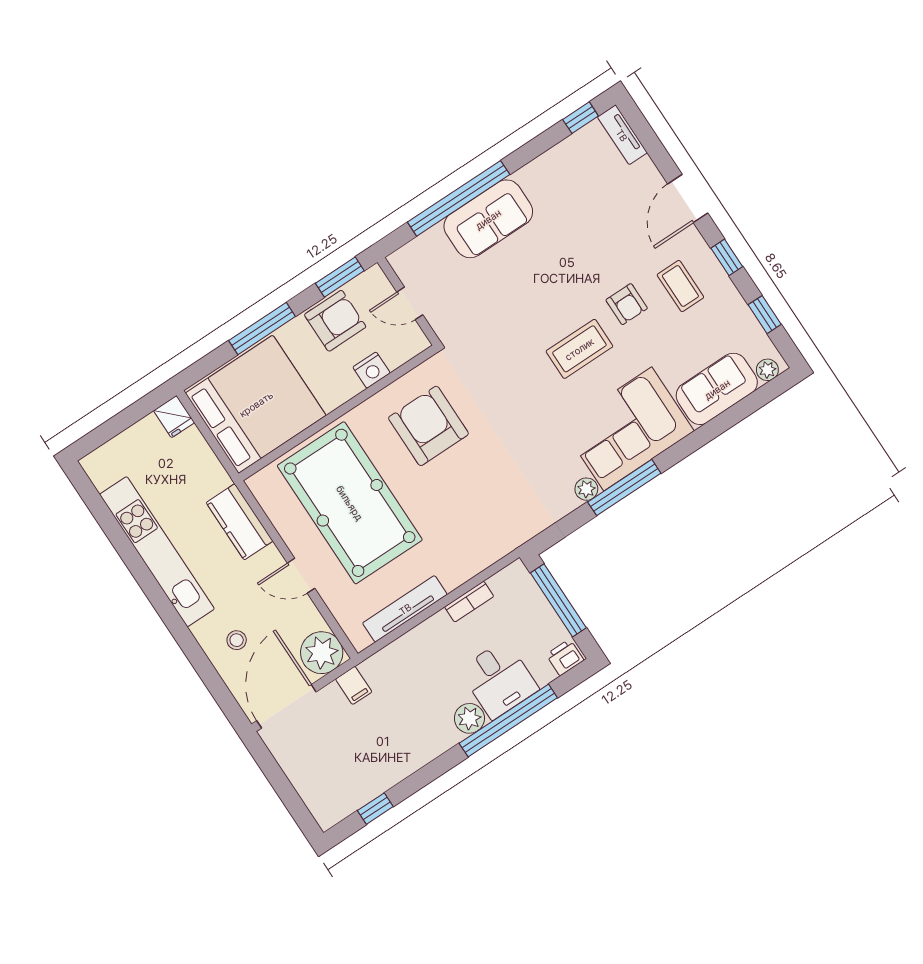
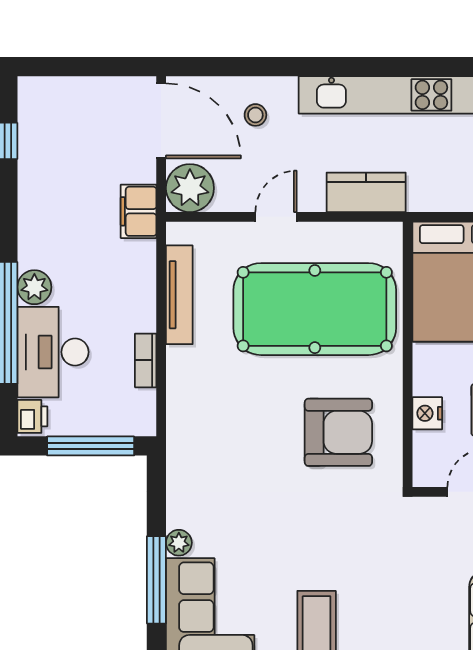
desk: (499, 679) -> (53, 352), width x1.37
filing cabinet: (354, 685) -> (139, 211), width x2.00

